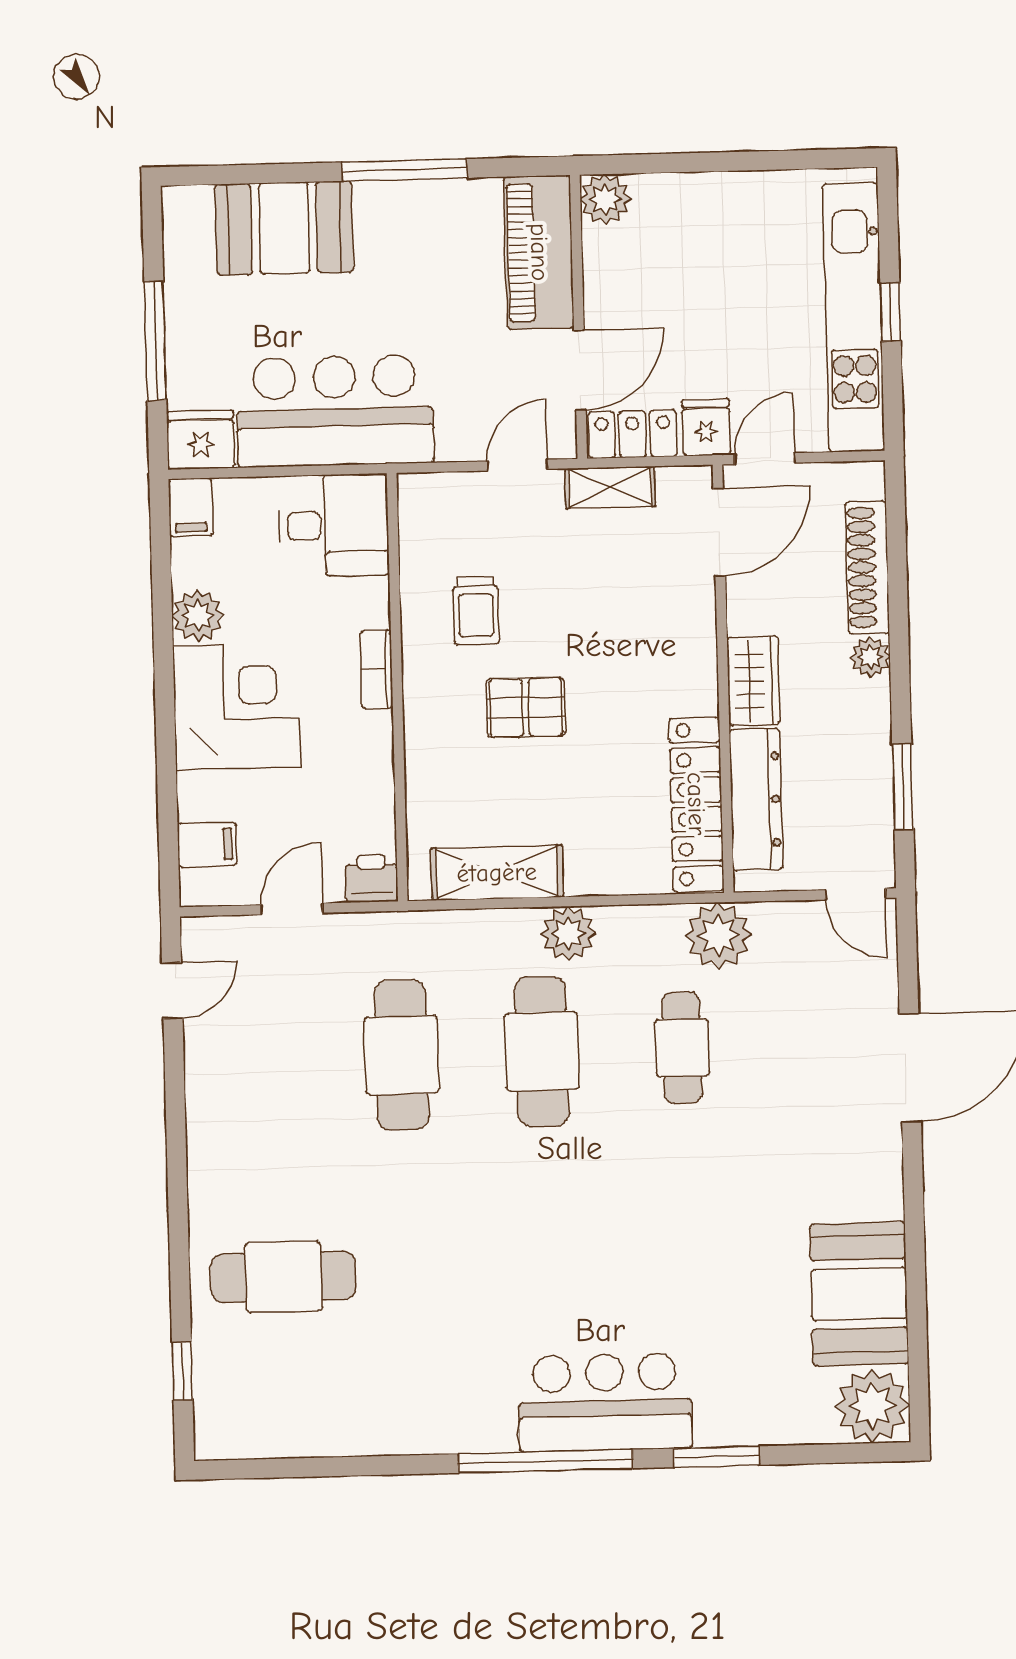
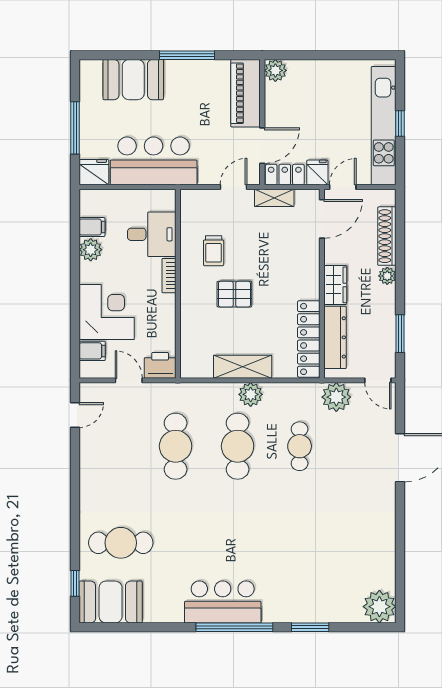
filing cabinet: (191, 507) -> (92, 227), moved, turned -90
desk: (334, 525) -> (152, 234), moved
corner desk: (237, 707) -> (107, 312), moved
shelving: (497, 873) -> (243, 367), moved
printer: (372, 878) -> (160, 365), width x1.36, depth x1.24
door: (292, 909) -> (129, 380), hinge flipped
plant: (718, 935) -> (336, 397), moved
booth: (859, 1294) -> (111, 602), moved, turned 90
bar counter: (605, 1402) -> (223, 602), moved

